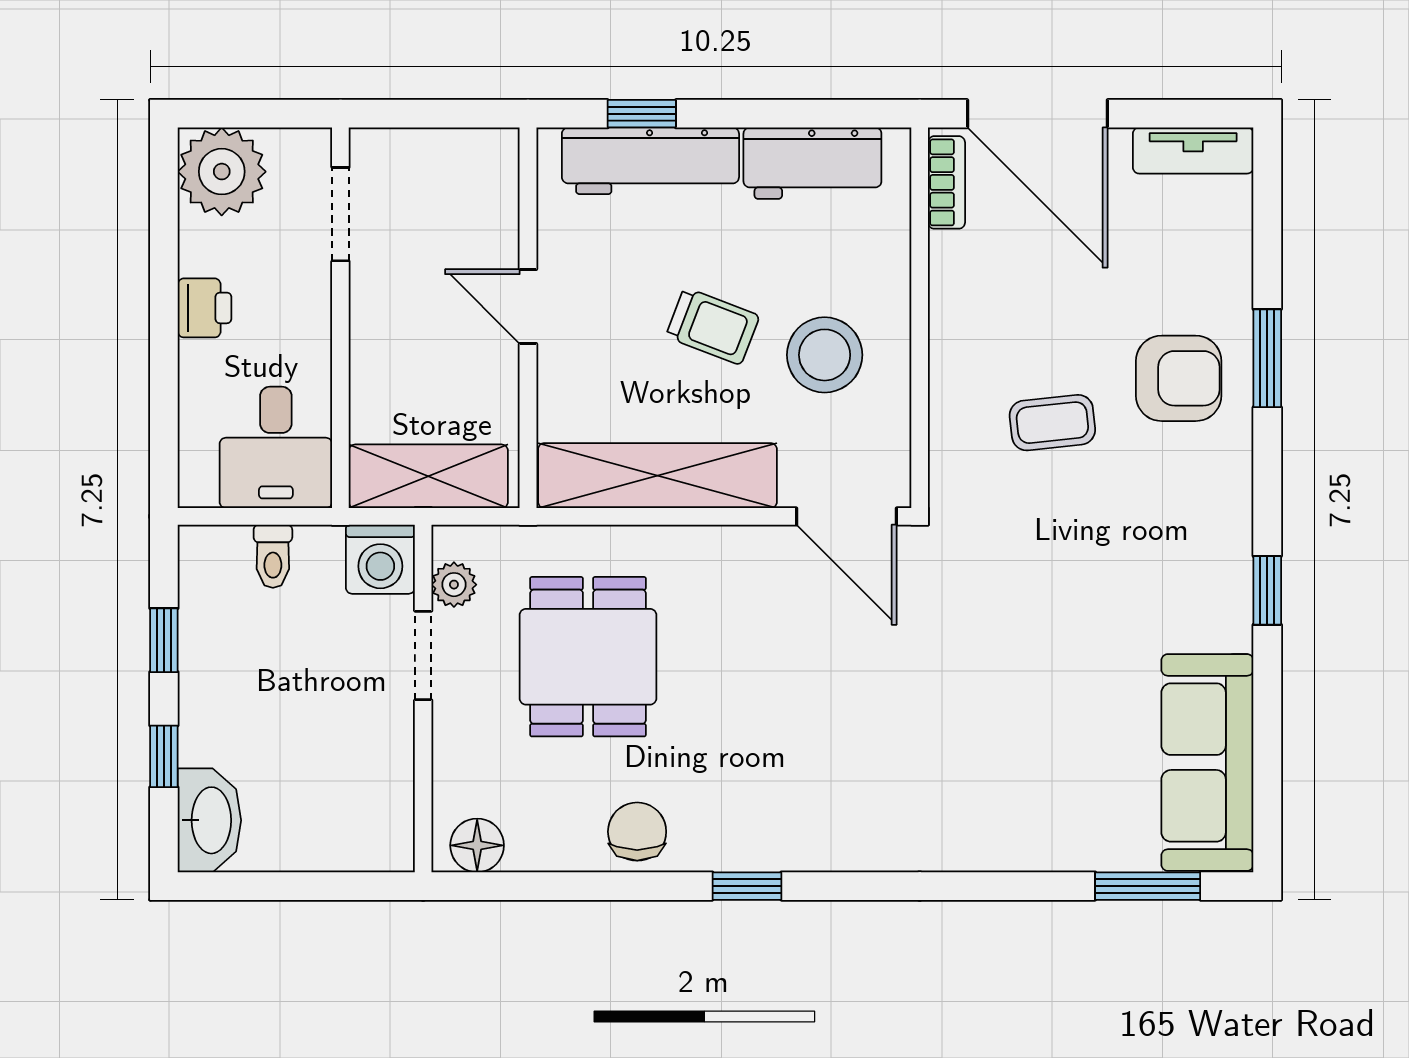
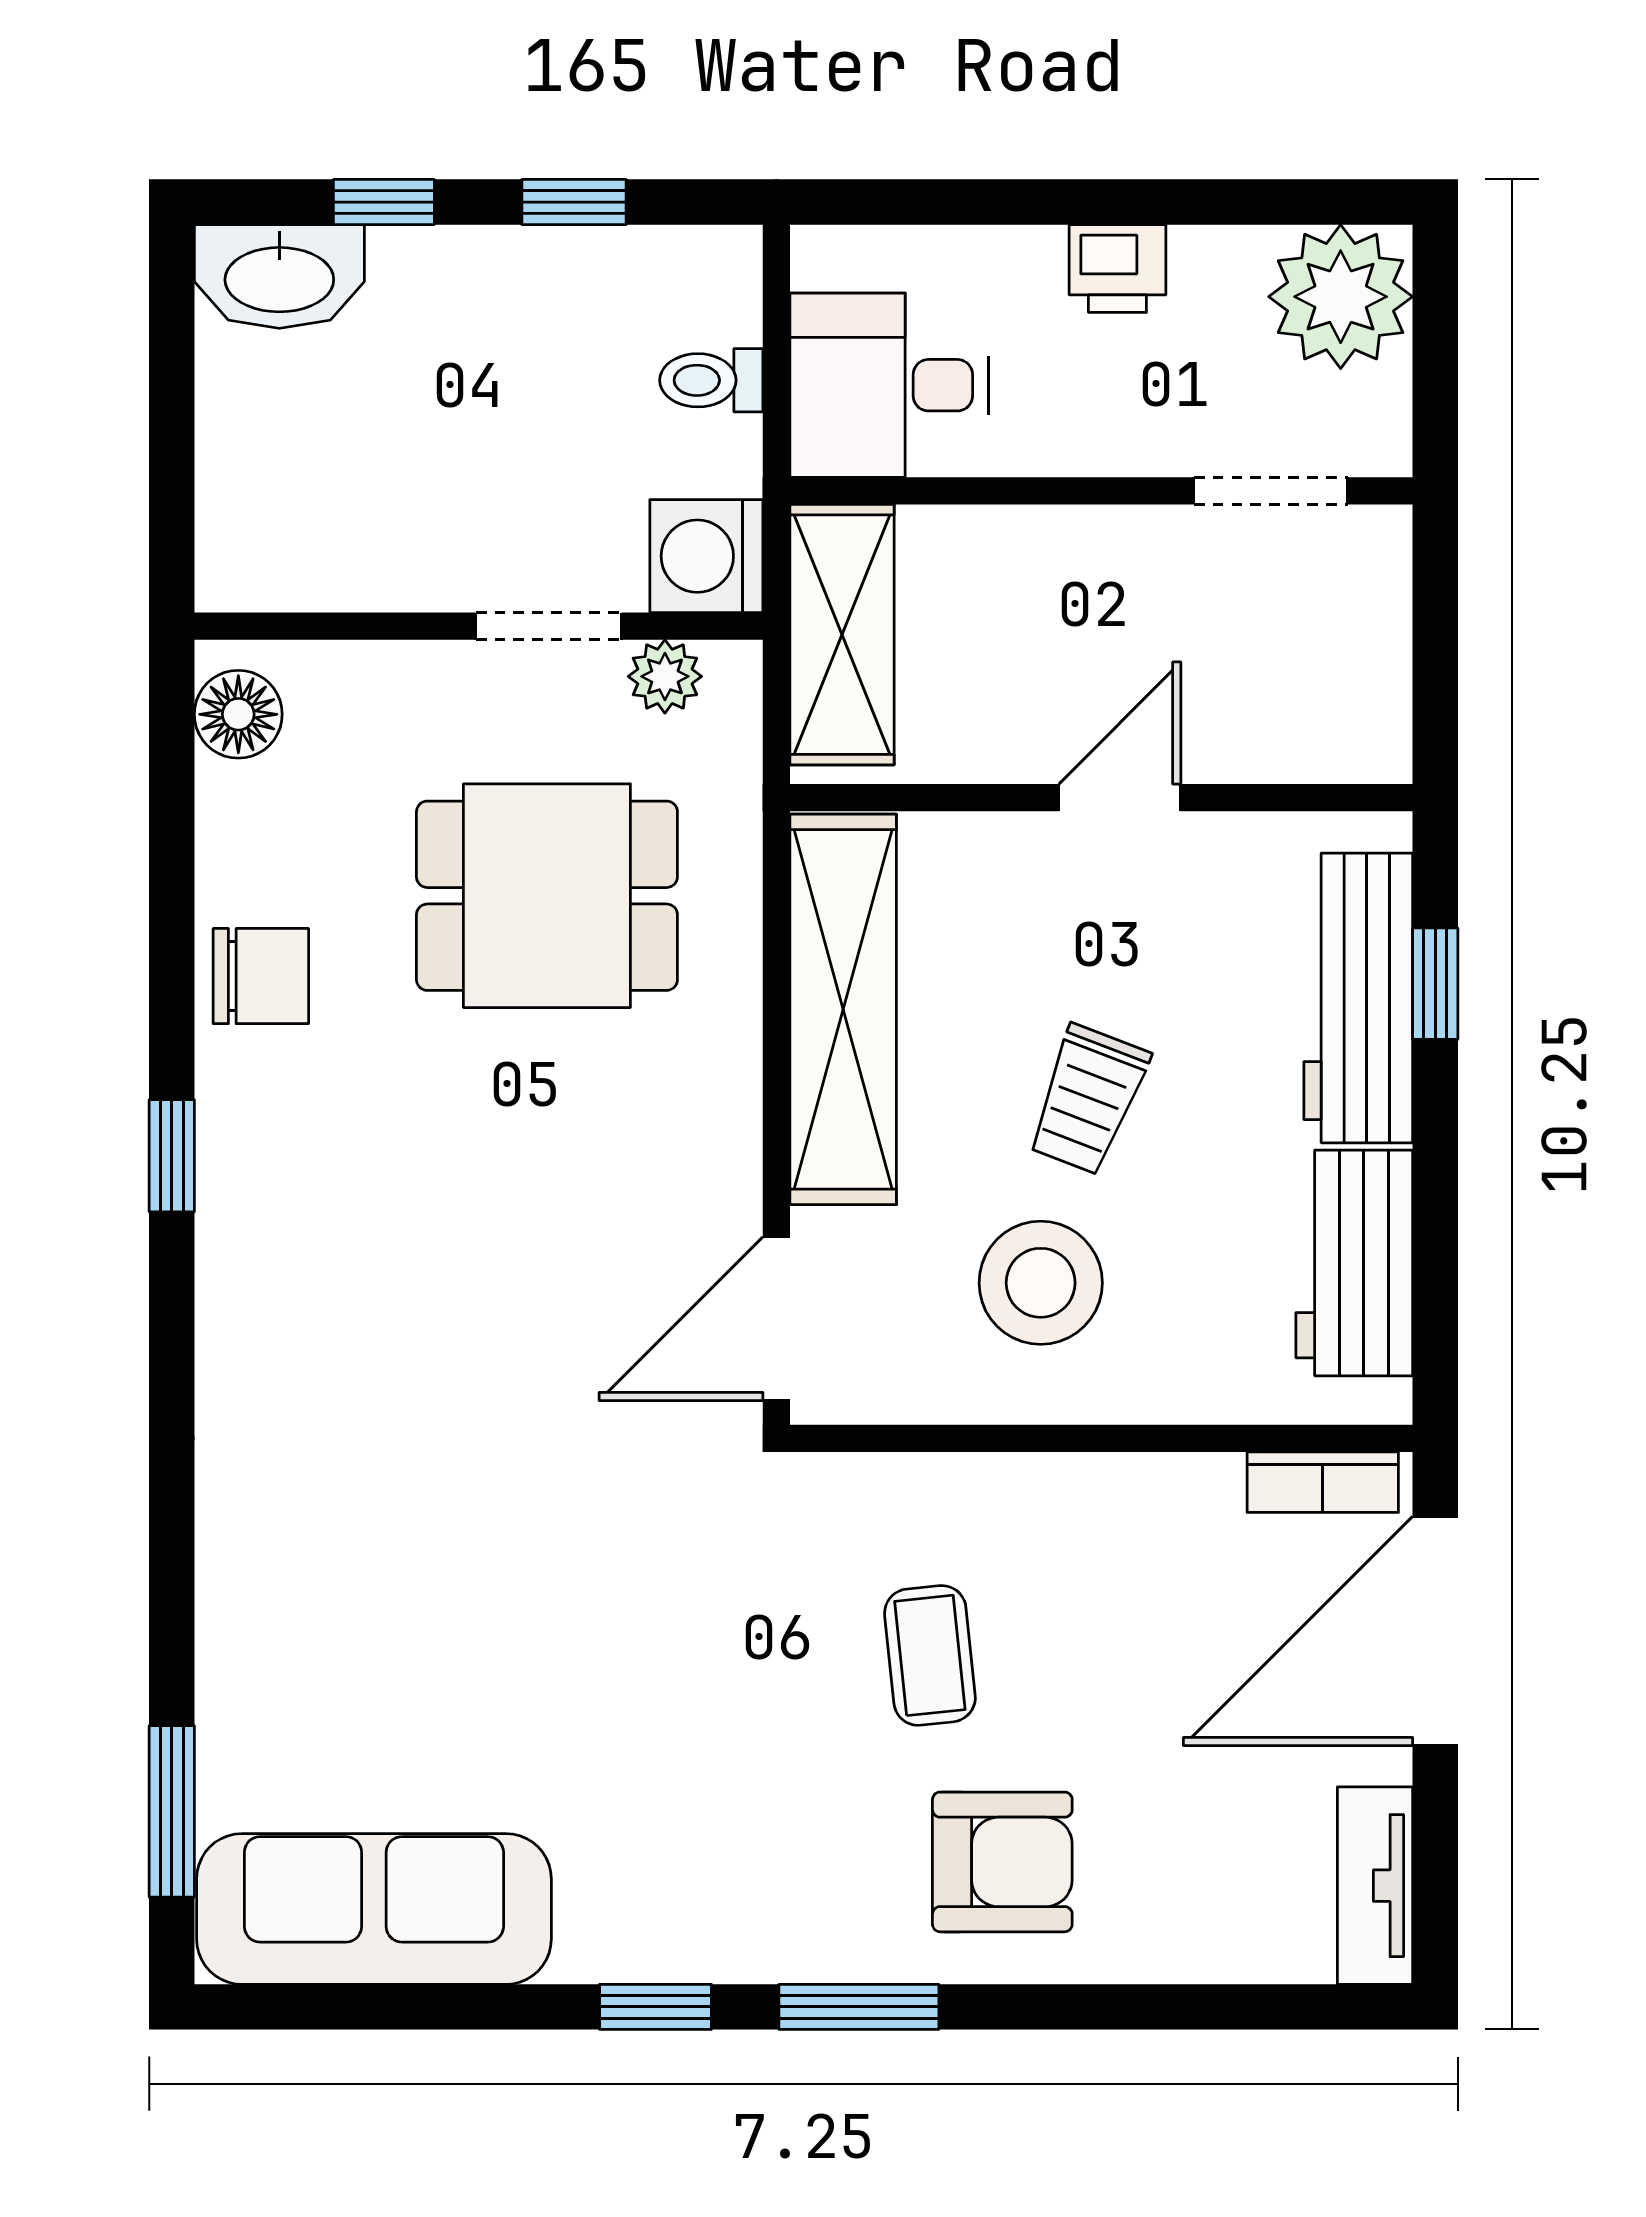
window: (1267, 358) -> (859, 2007), moved
armchair: (1179, 378) -> (1002, 1862), turned -90

